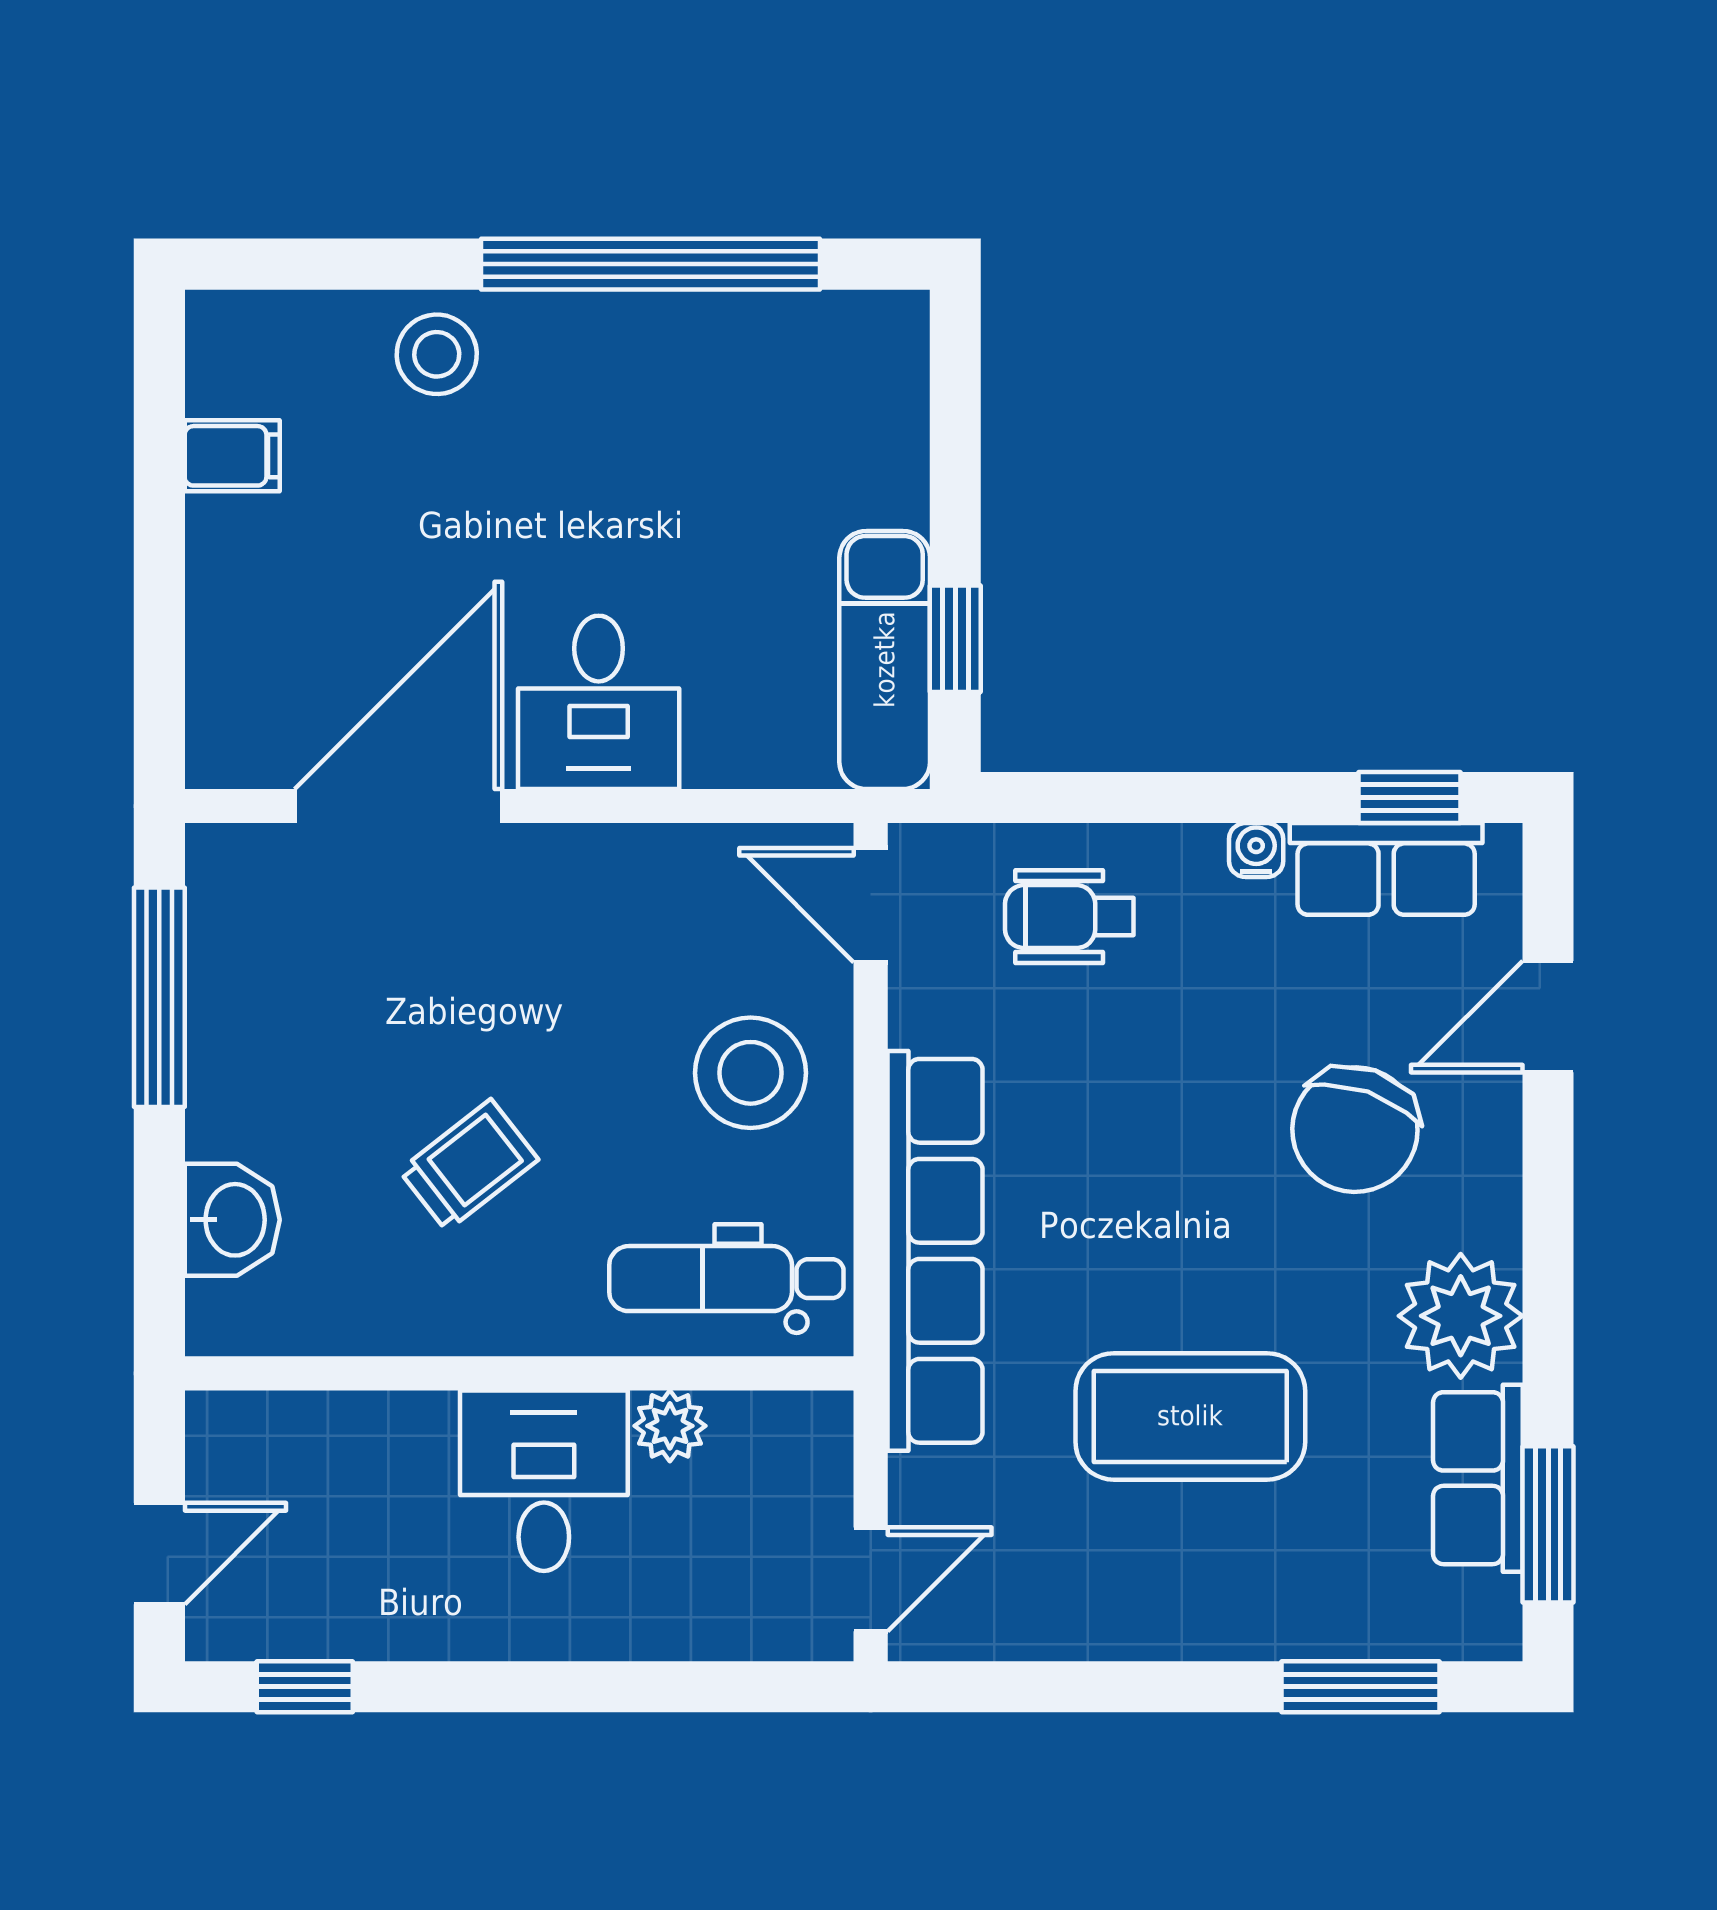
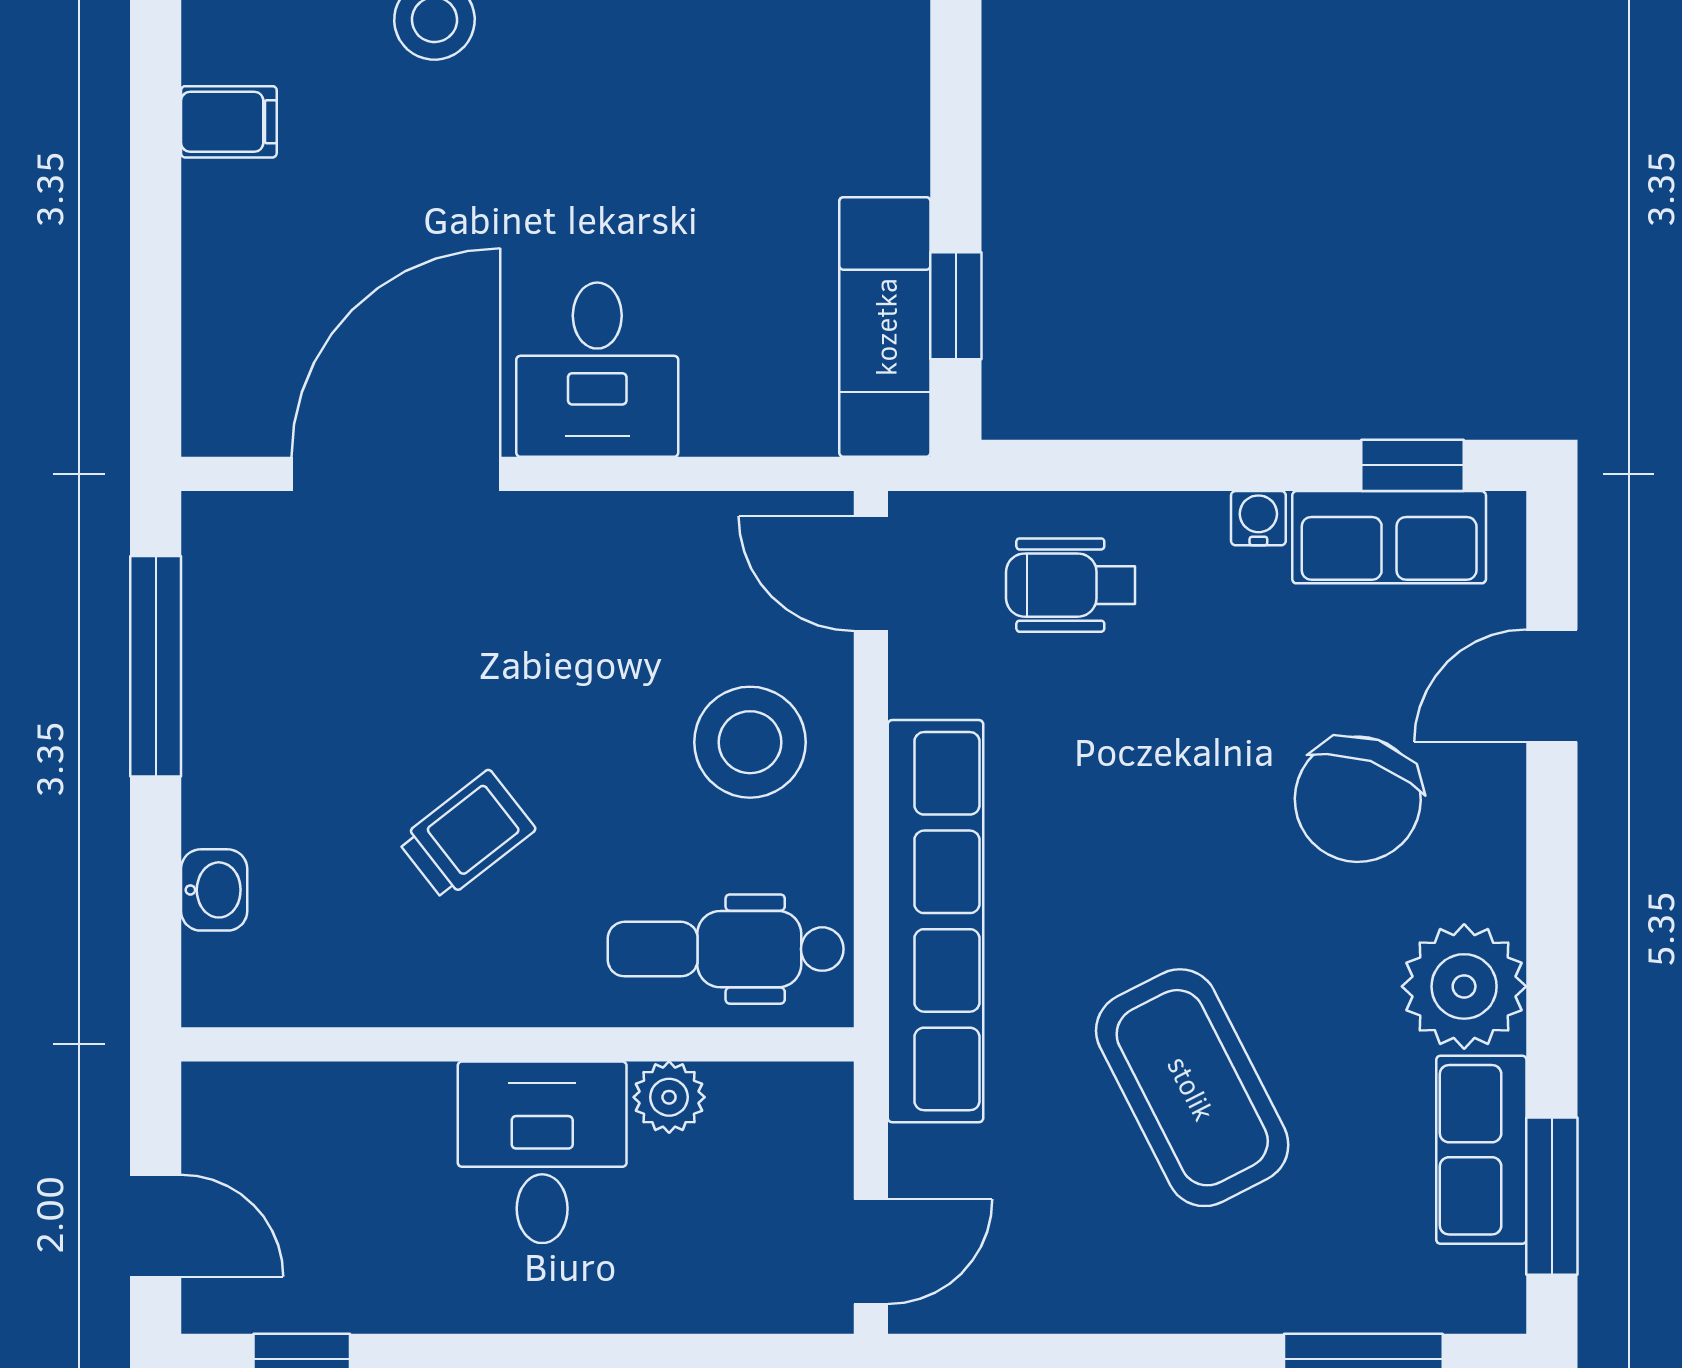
washbasin: (232, 1220) -> (214, 890), width x0.72, depth x0.69
coffee table: (1190, 1416) -> (1192, 1088), turned 63
door: (159, 1554) -> (156, 1226), hinge flipped

